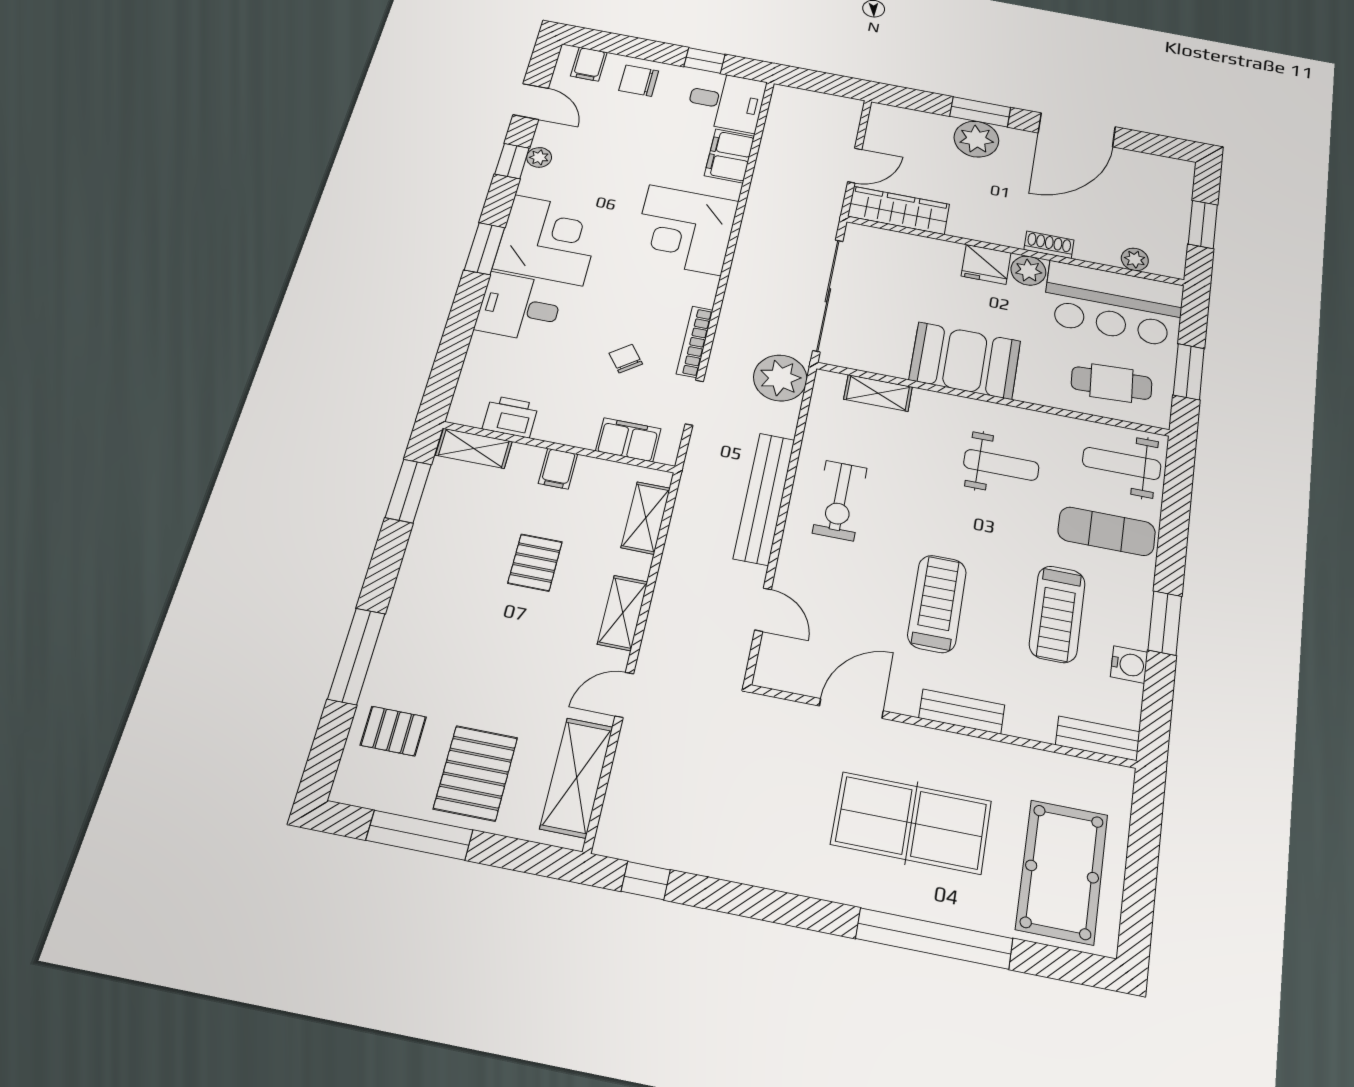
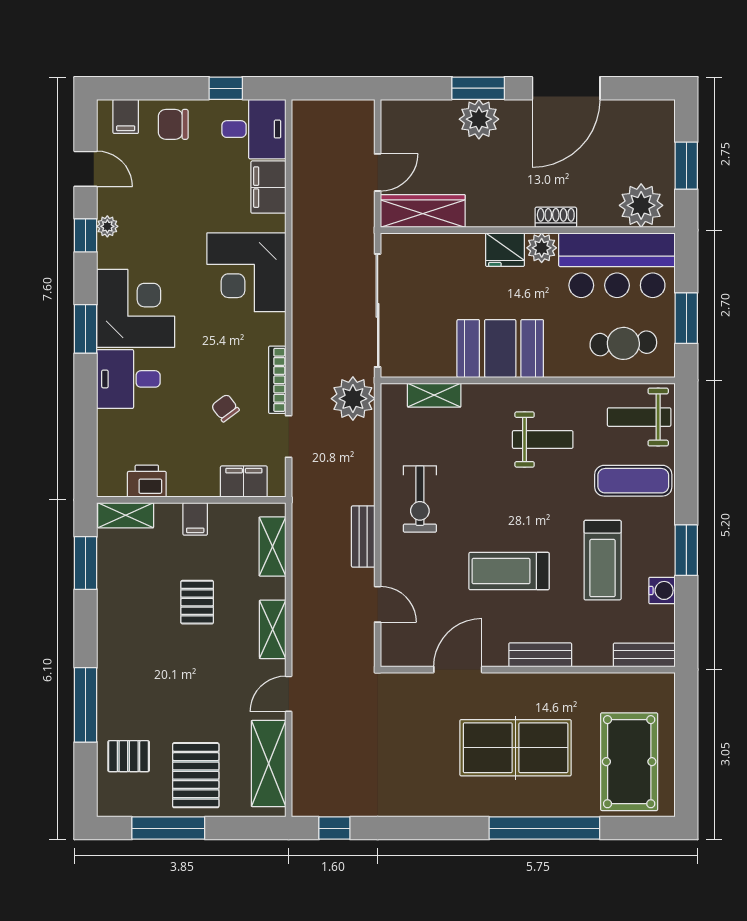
plant: (1135, 259) -> (641, 205), width x1.88, depth x1.88
bench: (764, 498) -> (363, 536), width x0.54, depth x0.82
treadmill: (937, 604) -> (509, 571), turned -90

